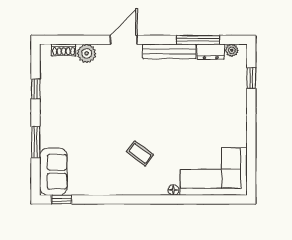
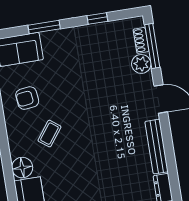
window: (198, 40) -> (152, 46), moved
armchair: (102, 170) -> (27, 98), added
floor lamp: (174, 190) -> (22, 168), width x1.89, depth x1.89

